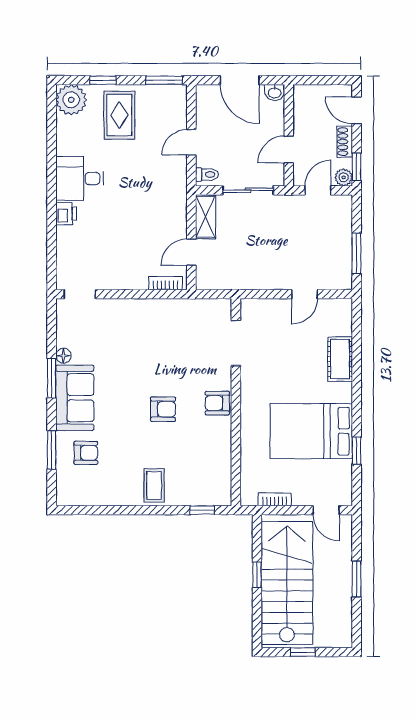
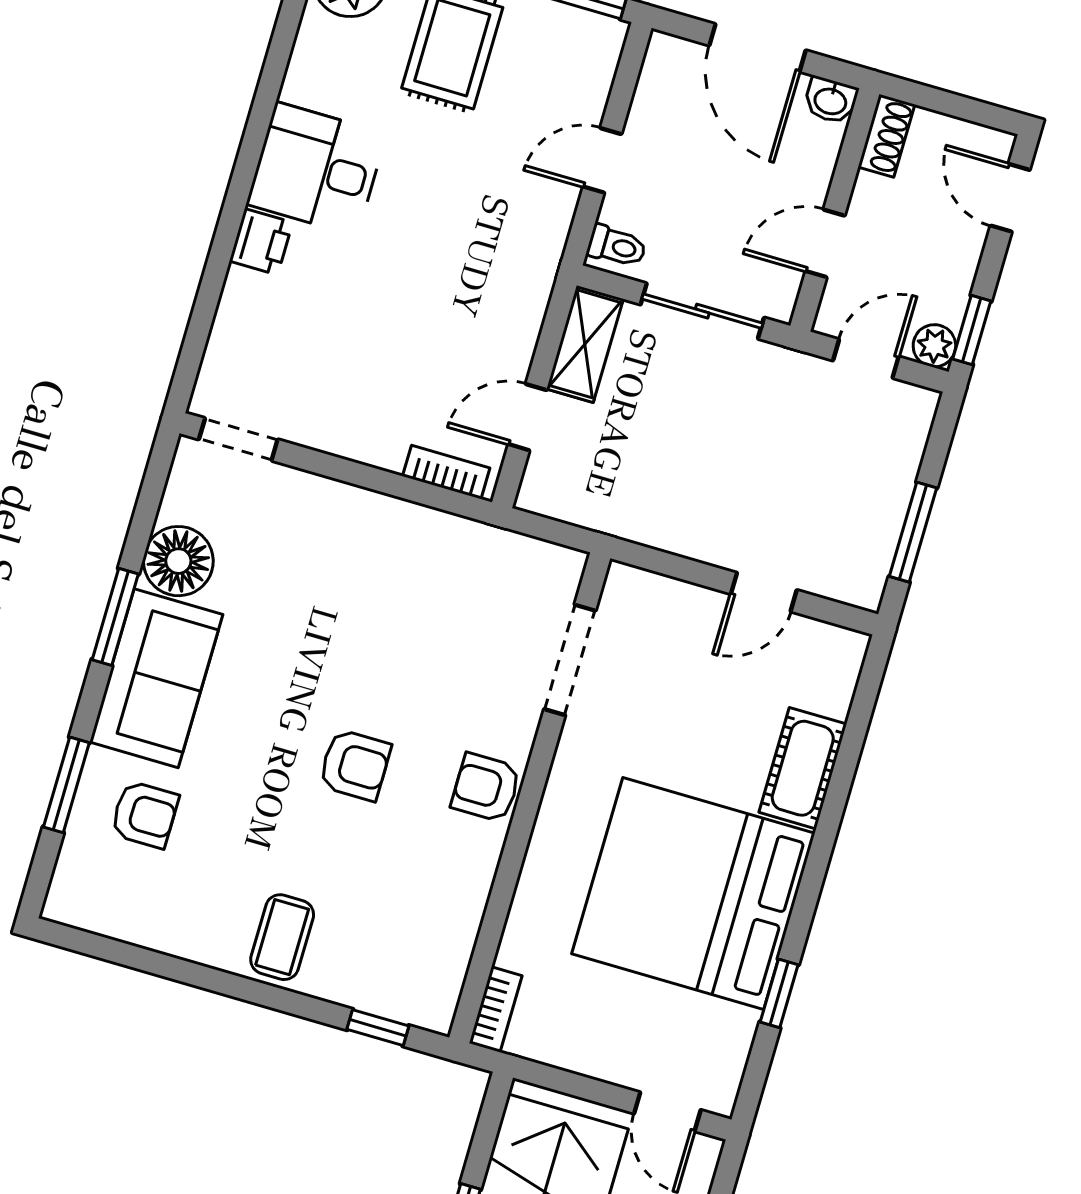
shoe rack: (345, 142) -> (886, 136), moved, turned 180
floor lamp: (63, 356) -> (178, 561), width x1.89, depth x1.89
bed: (311, 431) -> (693, 893), width x1.36
bookcase: (275, 499) -> (496, 1010), moved, turned 90

